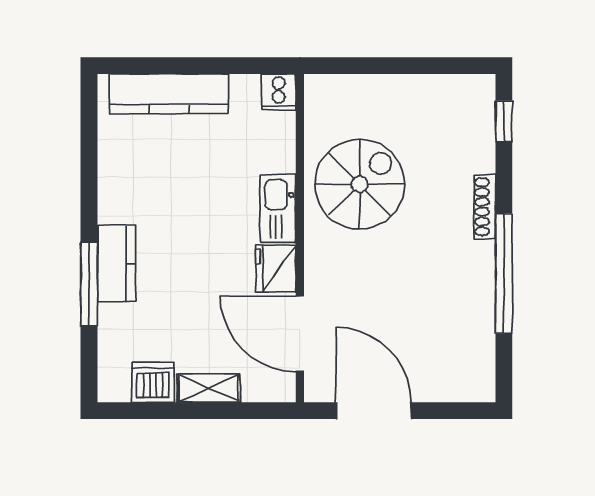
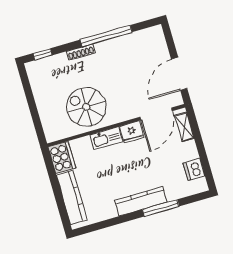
cooker: (279, 92) -> (62, 158), width x1.87, depth x1.31
kitchen counter: (116, 264) -> (141, 201), width x1.50
shelving: (209, 388) -> (184, 127), moved

